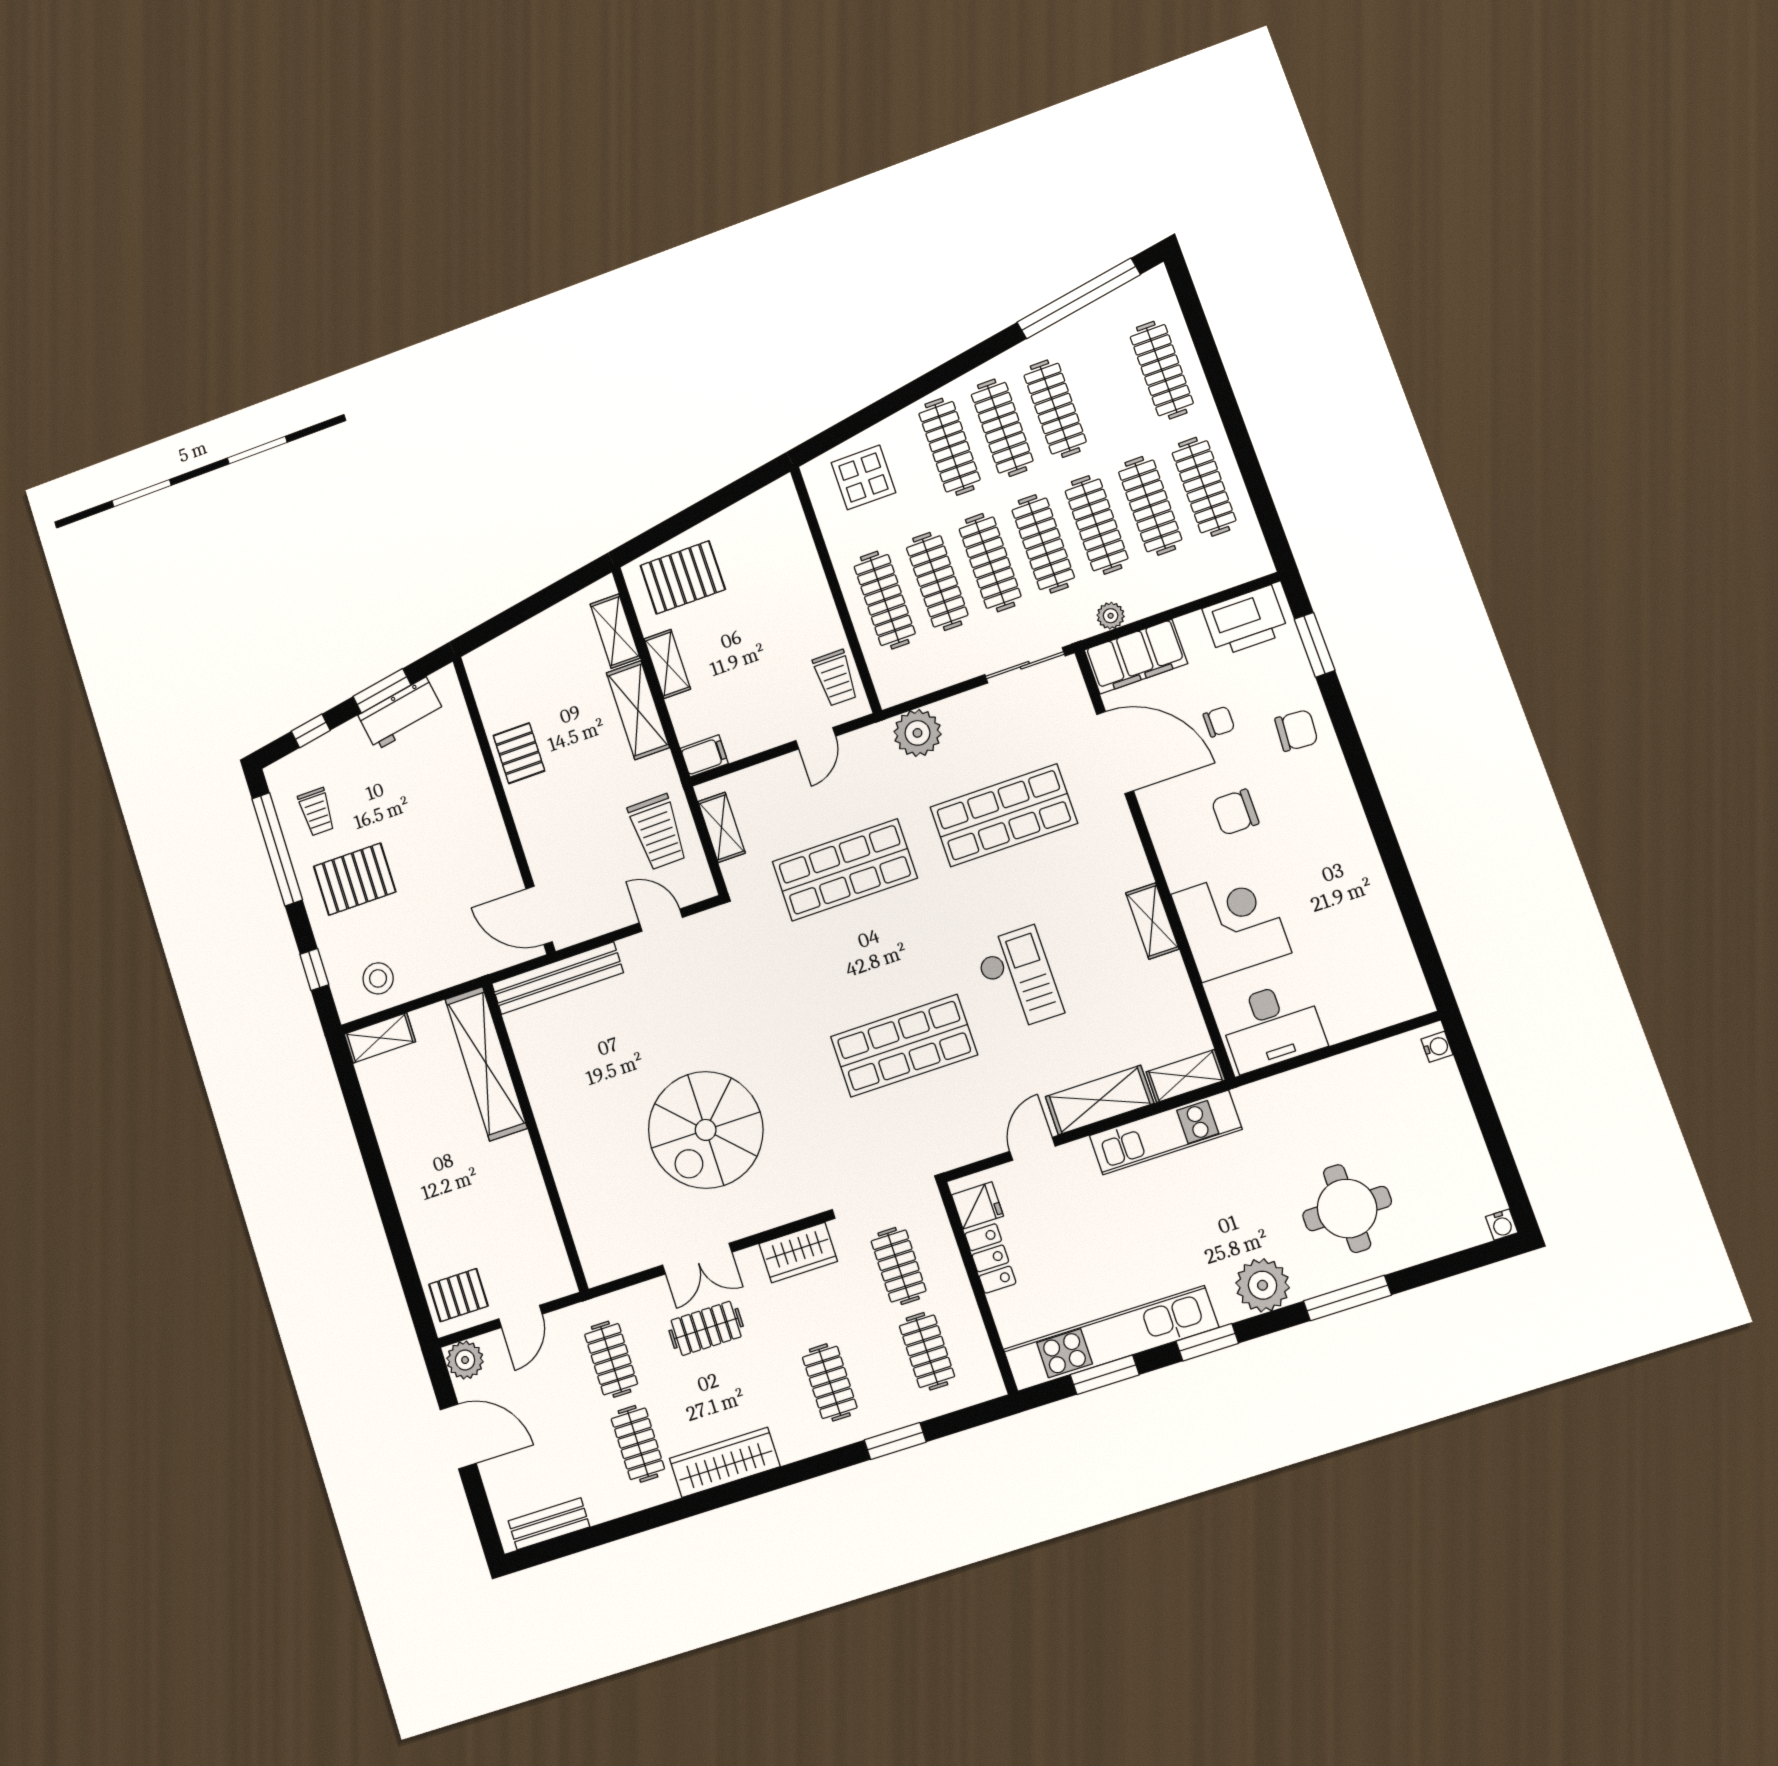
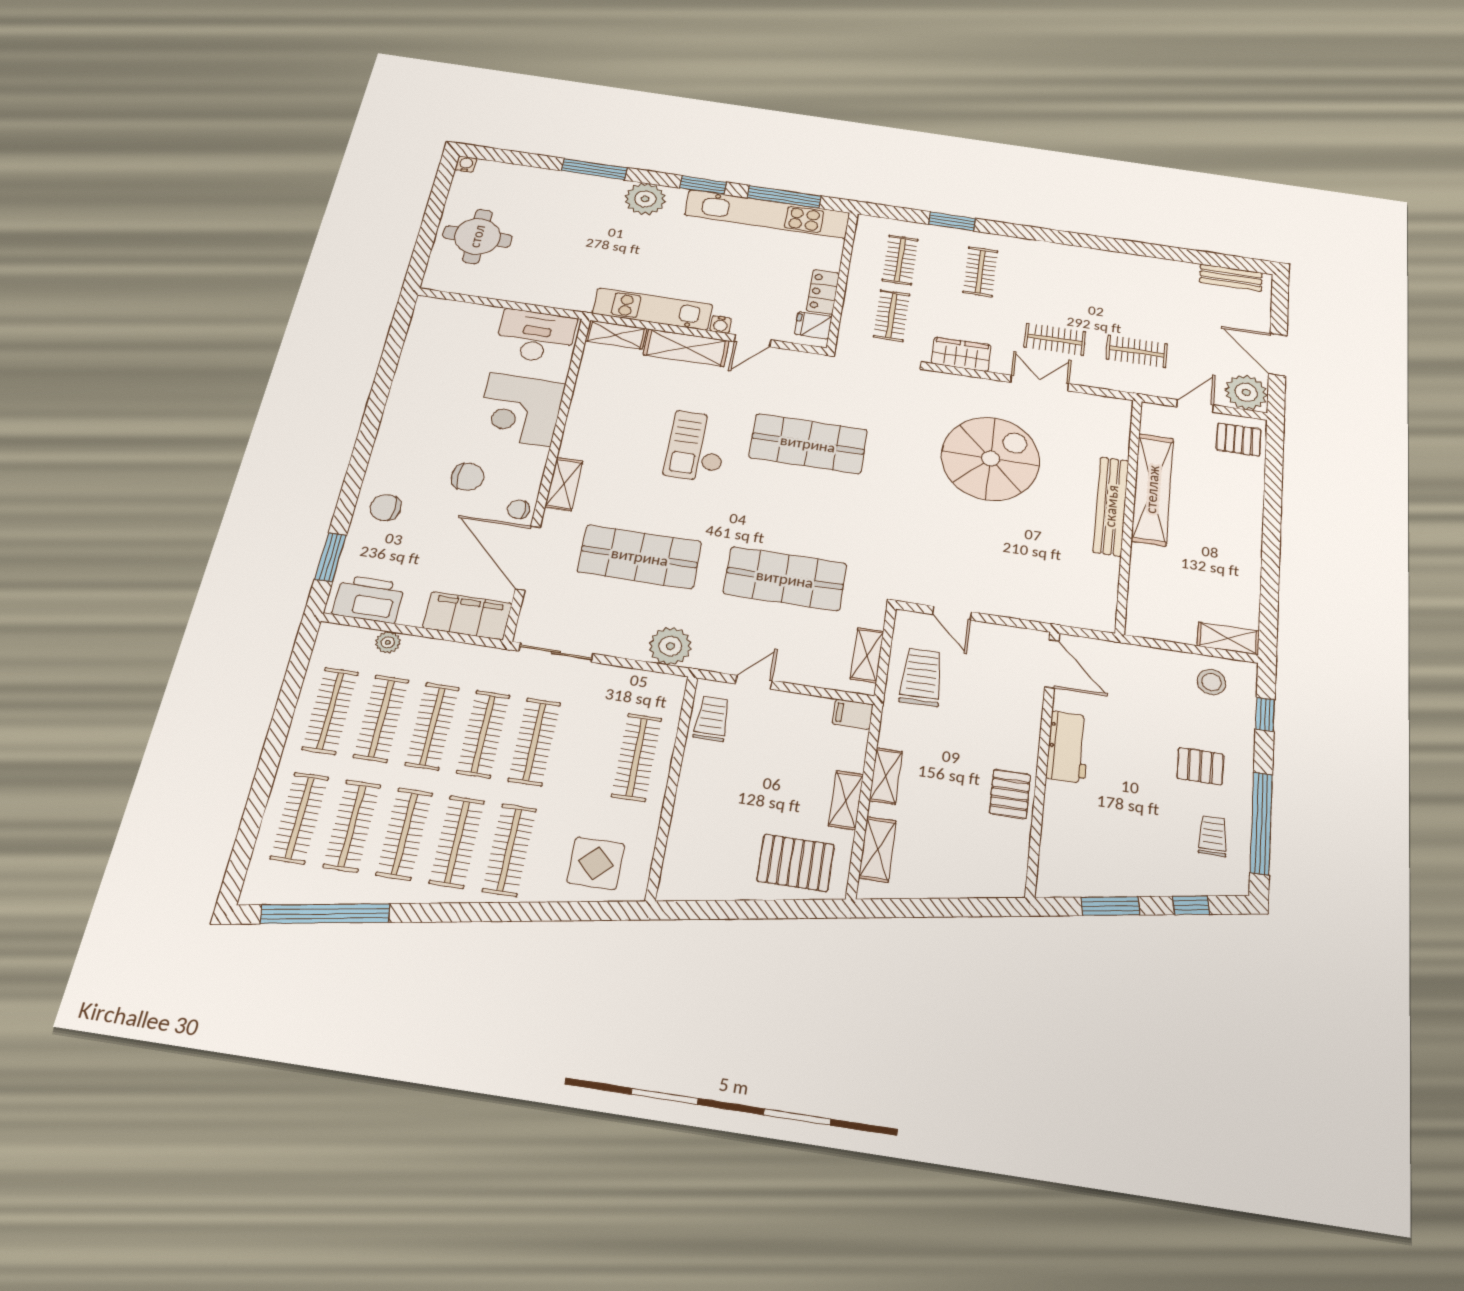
clothes rail: (937, 581) -> (352, 826), moved
plant: (1111, 616) -> (388, 642), moved
shelving: (638, 710) -> (886, 776), width x0.67, depth x0.75
workbench: (401, 714) -> (1068, 747), moved, turned 100
chair: (1219, 722) -> (518, 509), moved
pallet: (355, 879) -> (1200, 766), width x0.67, depth x0.71
shelving: (1152, 921) -> (564, 484), moved
bench: (557, 978) -> (1111, 506), moved, turned 90
water cooler: (1437, 1047) -> (721, 325), moved, turned -90
shelving: (486, 1064) -> (1152, 489), moved
round table: (1347, 1209) -> (477, 236), moved
clothes rail: (611, 1359) -> (1137, 351), turned 90
plant: (465, 1360) -> (1246, 392), width x1.36, depth x1.36
window: (1105, 1375) -> (784, 197), width x1.44
clothes rail: (638, 1444) -> (1141, 295), removed
wardrobe: (725, 1462) -> (1082, 259), removed

